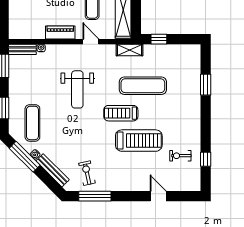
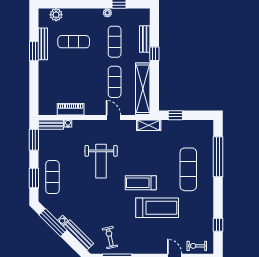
piano: (60, 33) -> (71, 109), moved
window: (206, 85) -> (218, 157), width x2.11
exercise mat: (143, 86) -> (188, 169), moved, turned 90
exercise mat: (32, 123) -> (52, 177), moved
exercise bike: (180, 156) -> (197, 246), moved

